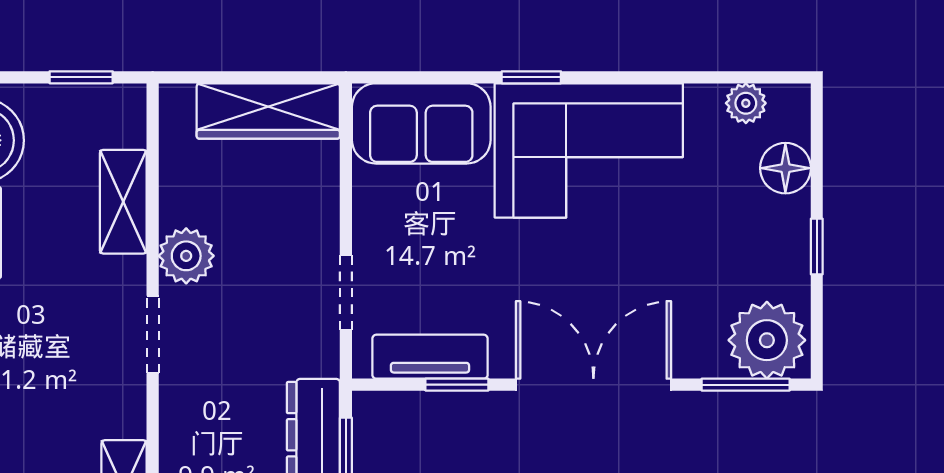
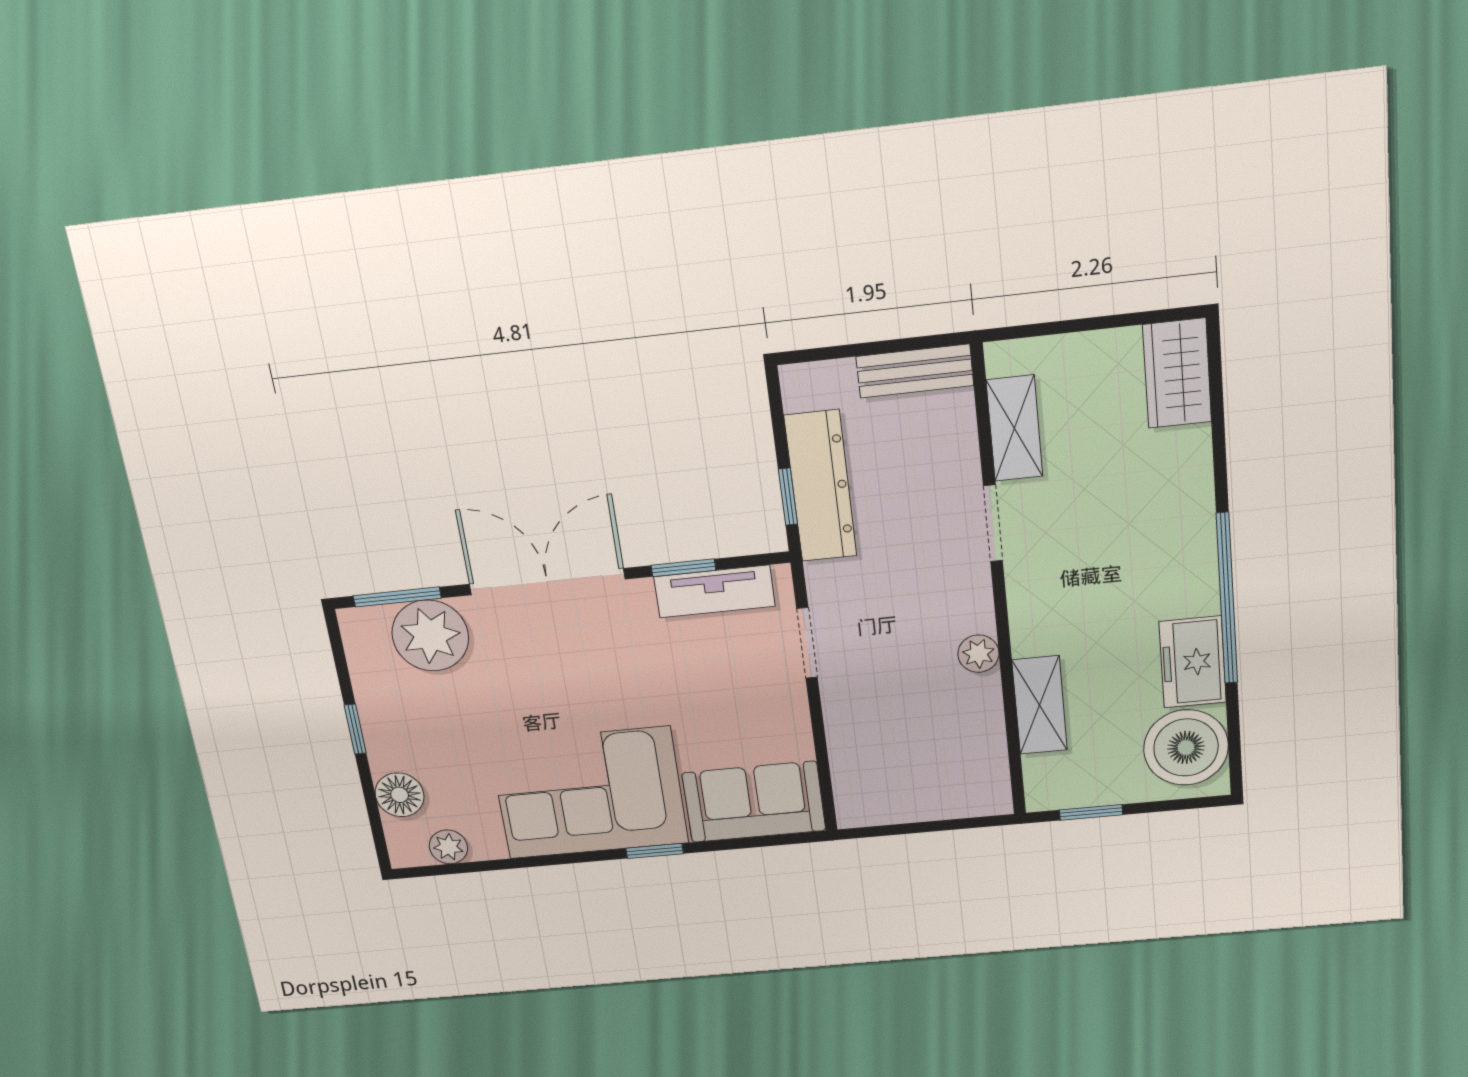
wardrobe: (268, 111) -> (904, 799), removed
plant: (186, 256) -> (978, 654), width x0.73, depth x0.73
doorway: (153, 334) -> (993, 523), moved
plant: (767, 340) -> (430, 636), moved
double door: (593, 385) -> (547, 582), swing flipped

